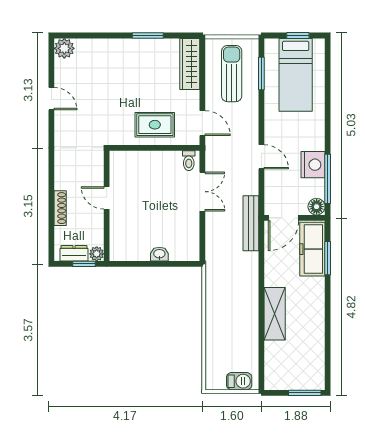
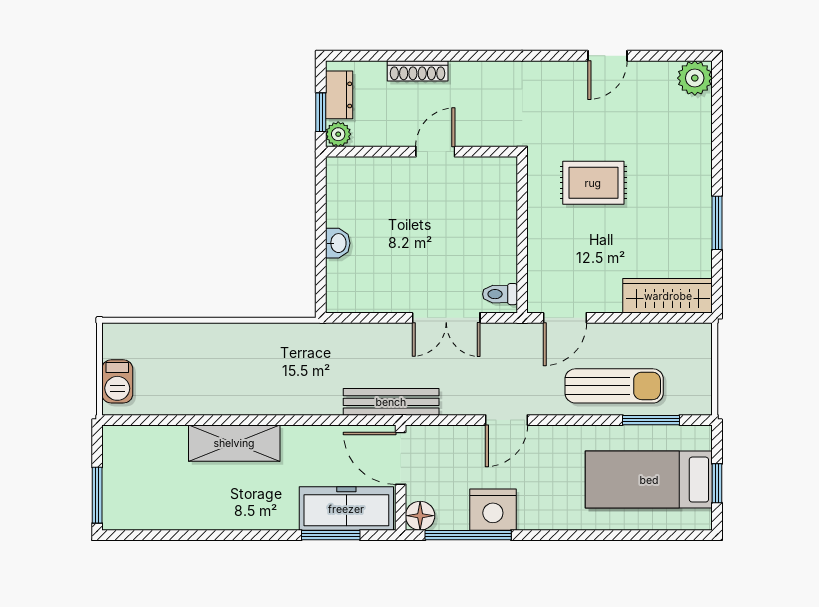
sun lounger: (232, 74) -> (614, 386), moved
rug: (155, 125) -> (593, 183), moved, turned 90

